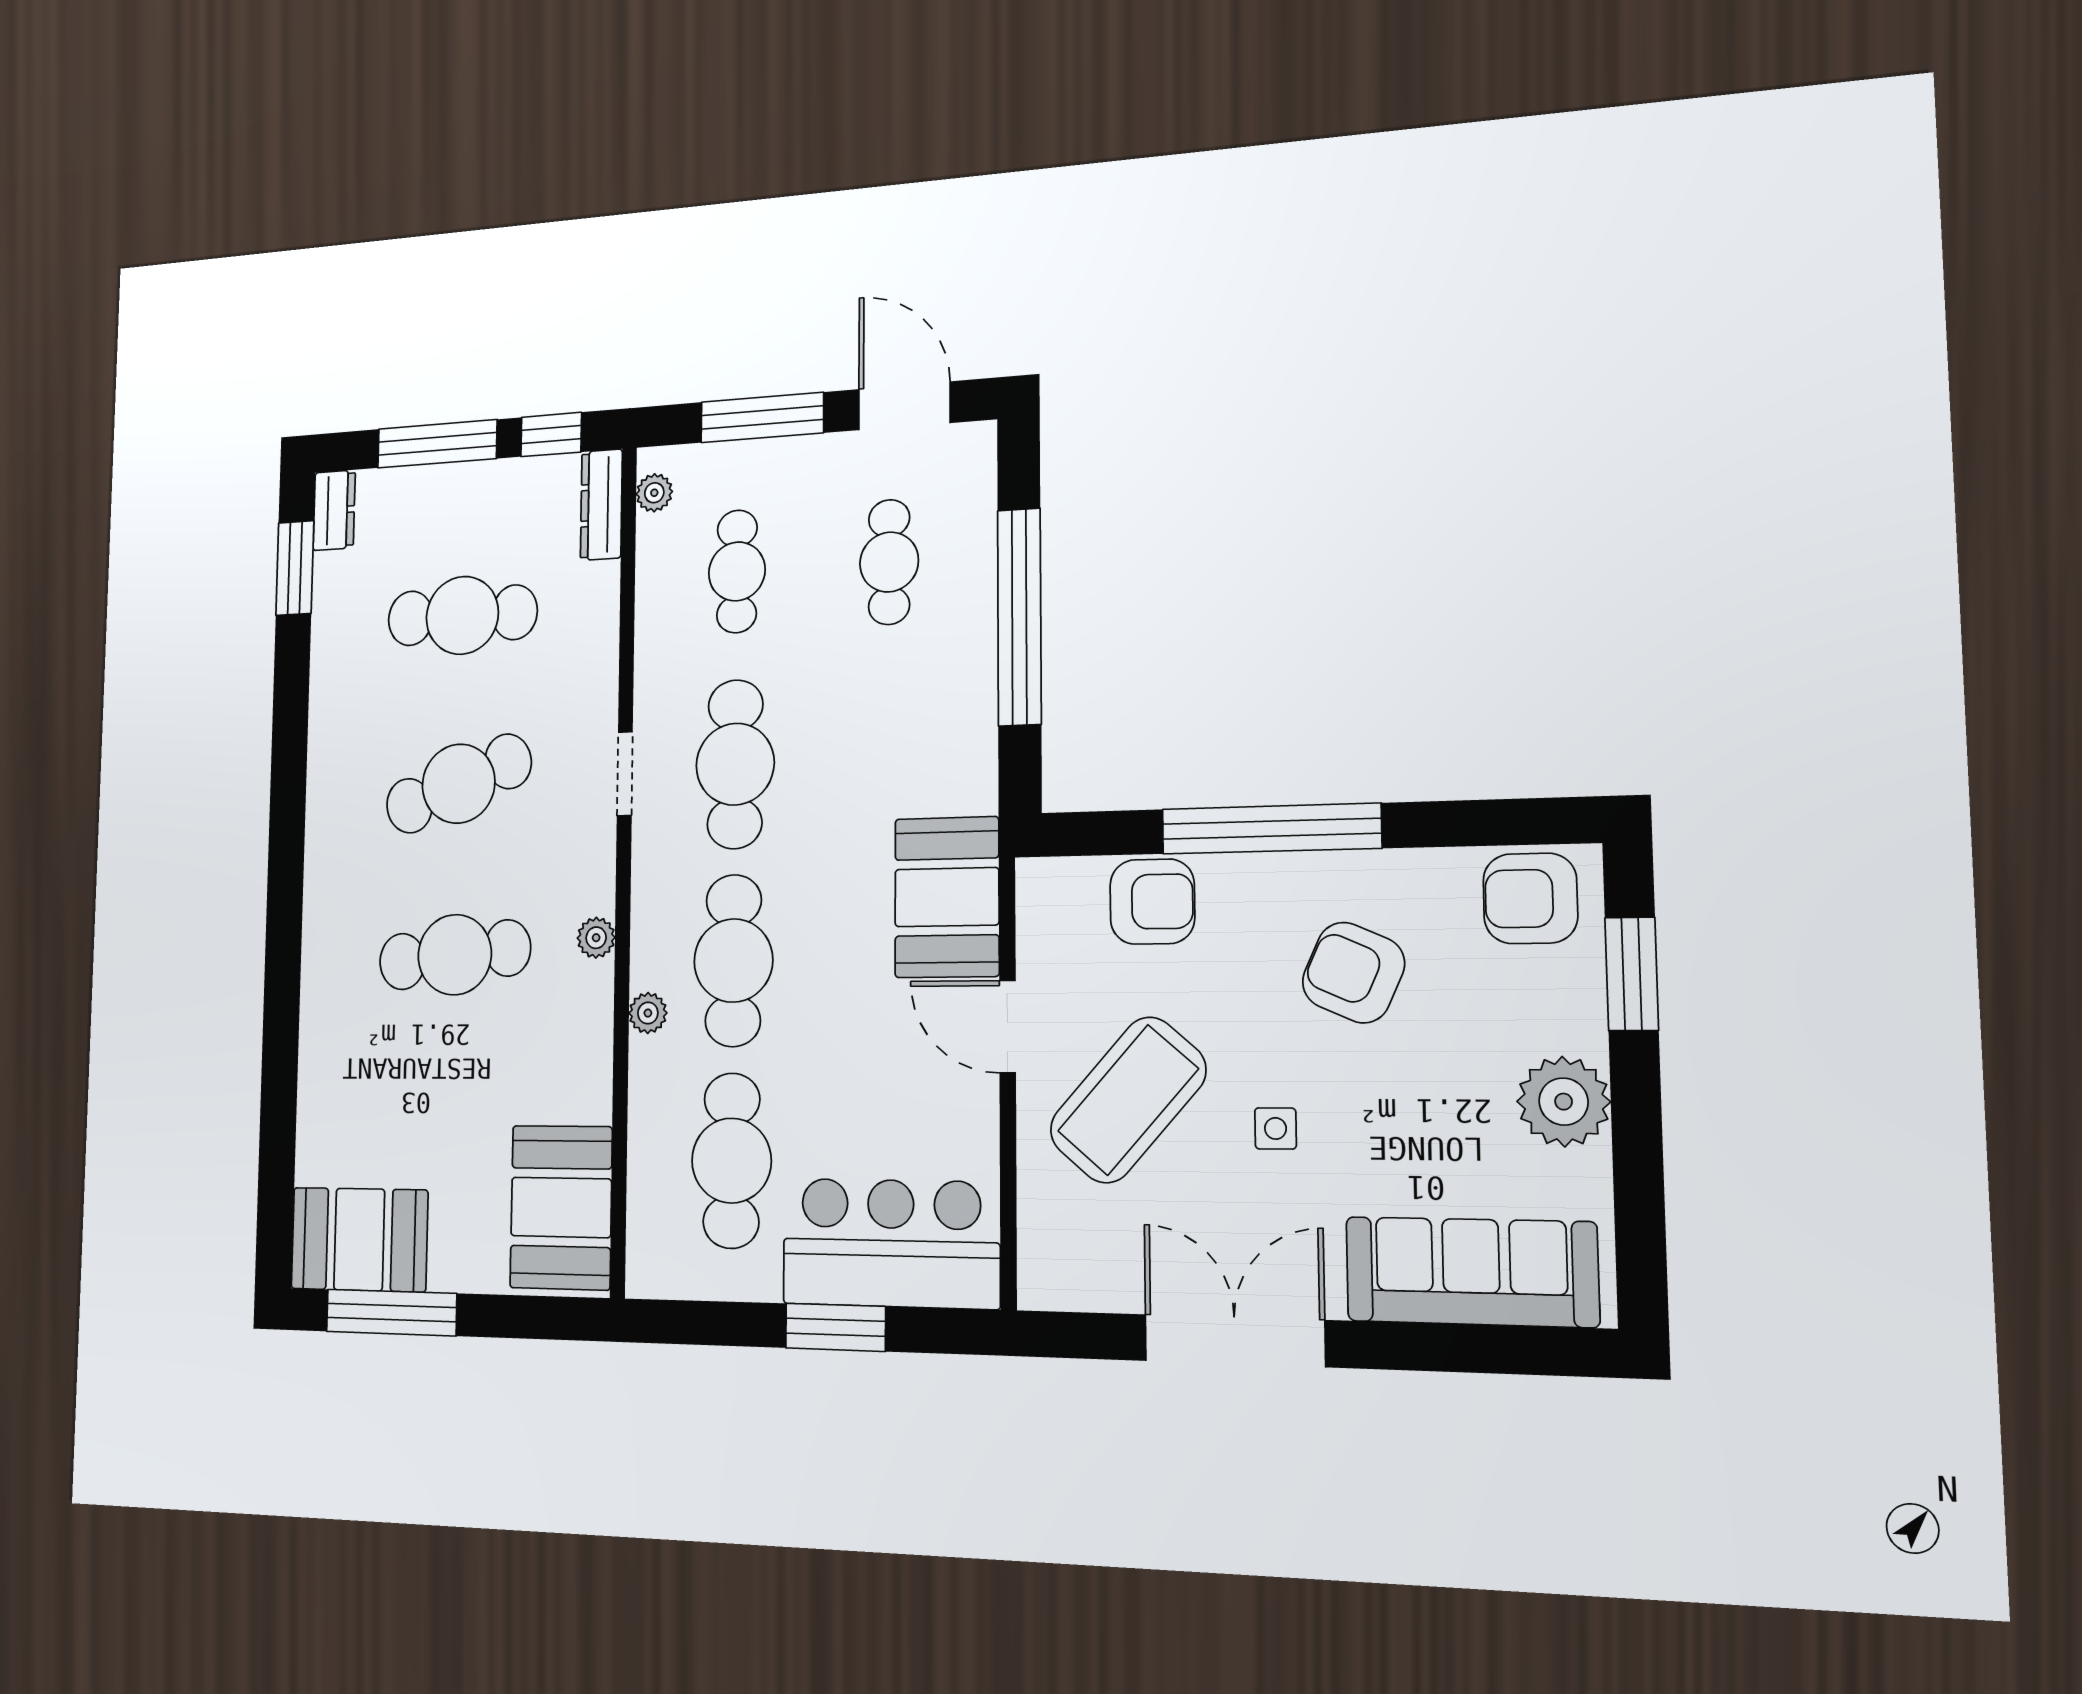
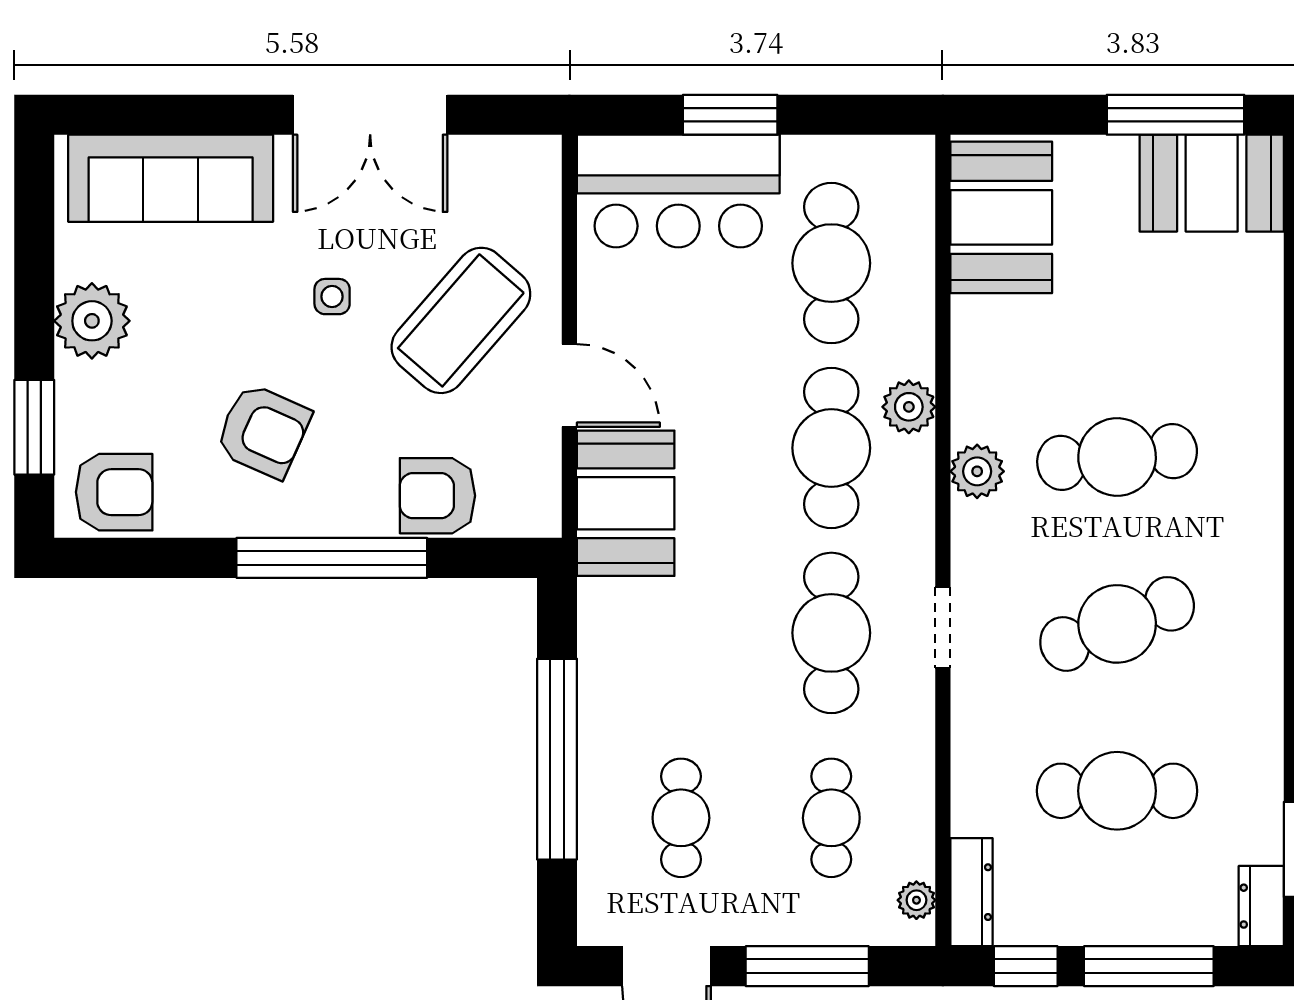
plant: (596, 938) -> (977, 471), width x1.38, depth x1.38
plant: (648, 1013) -> (909, 407), width x1.38, depth x1.38

